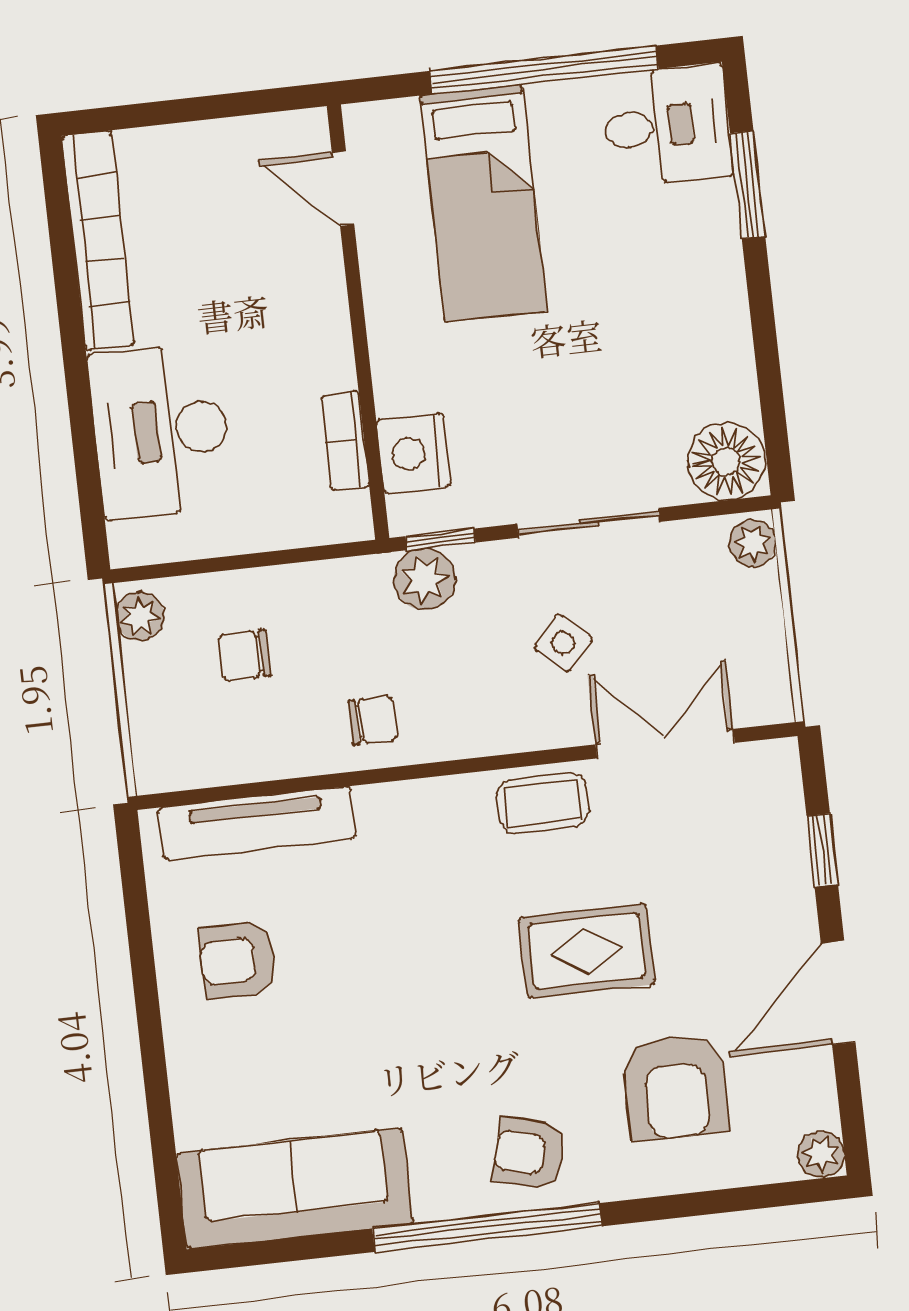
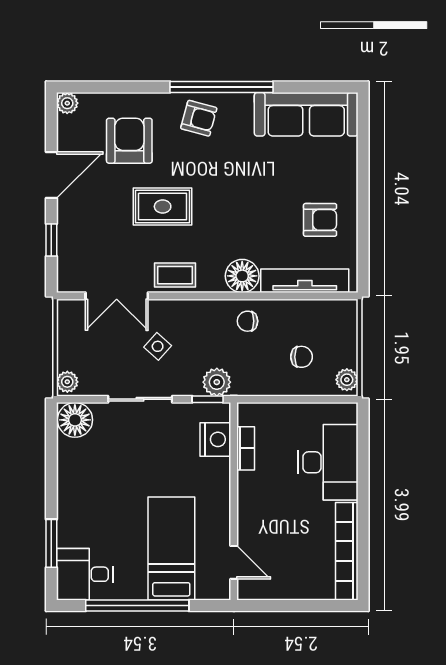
floor lamp: (395, 818) -> (242, 276), added

